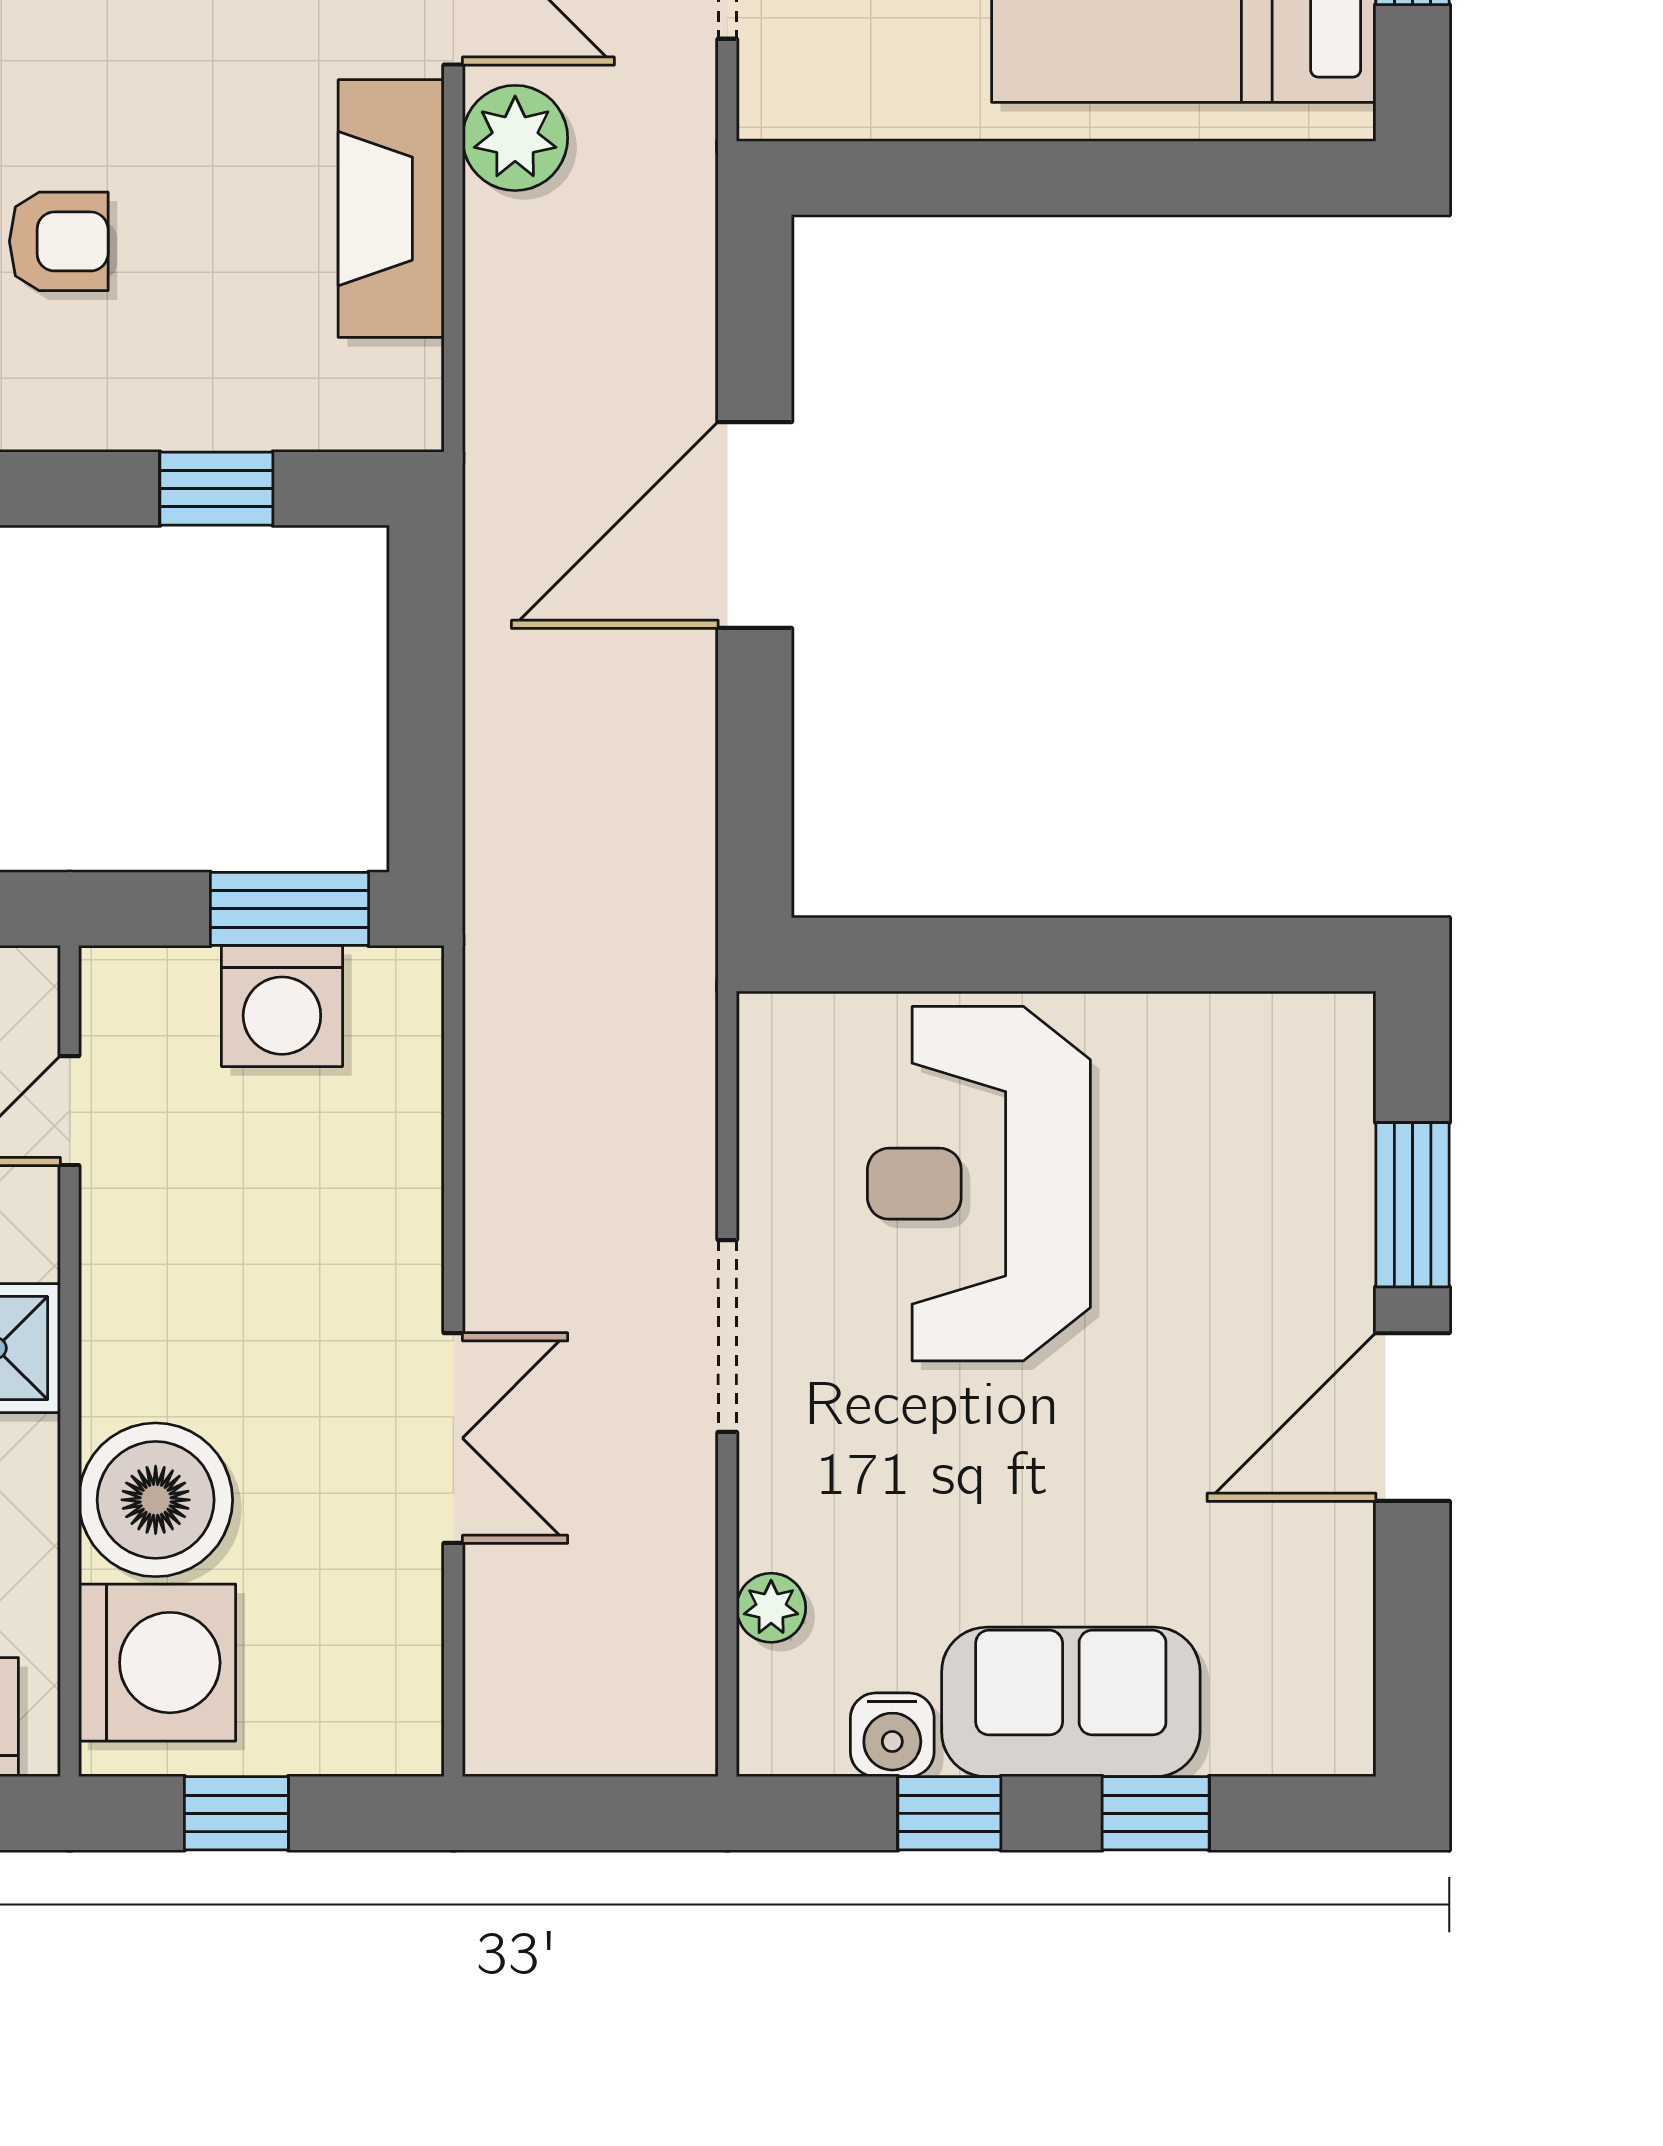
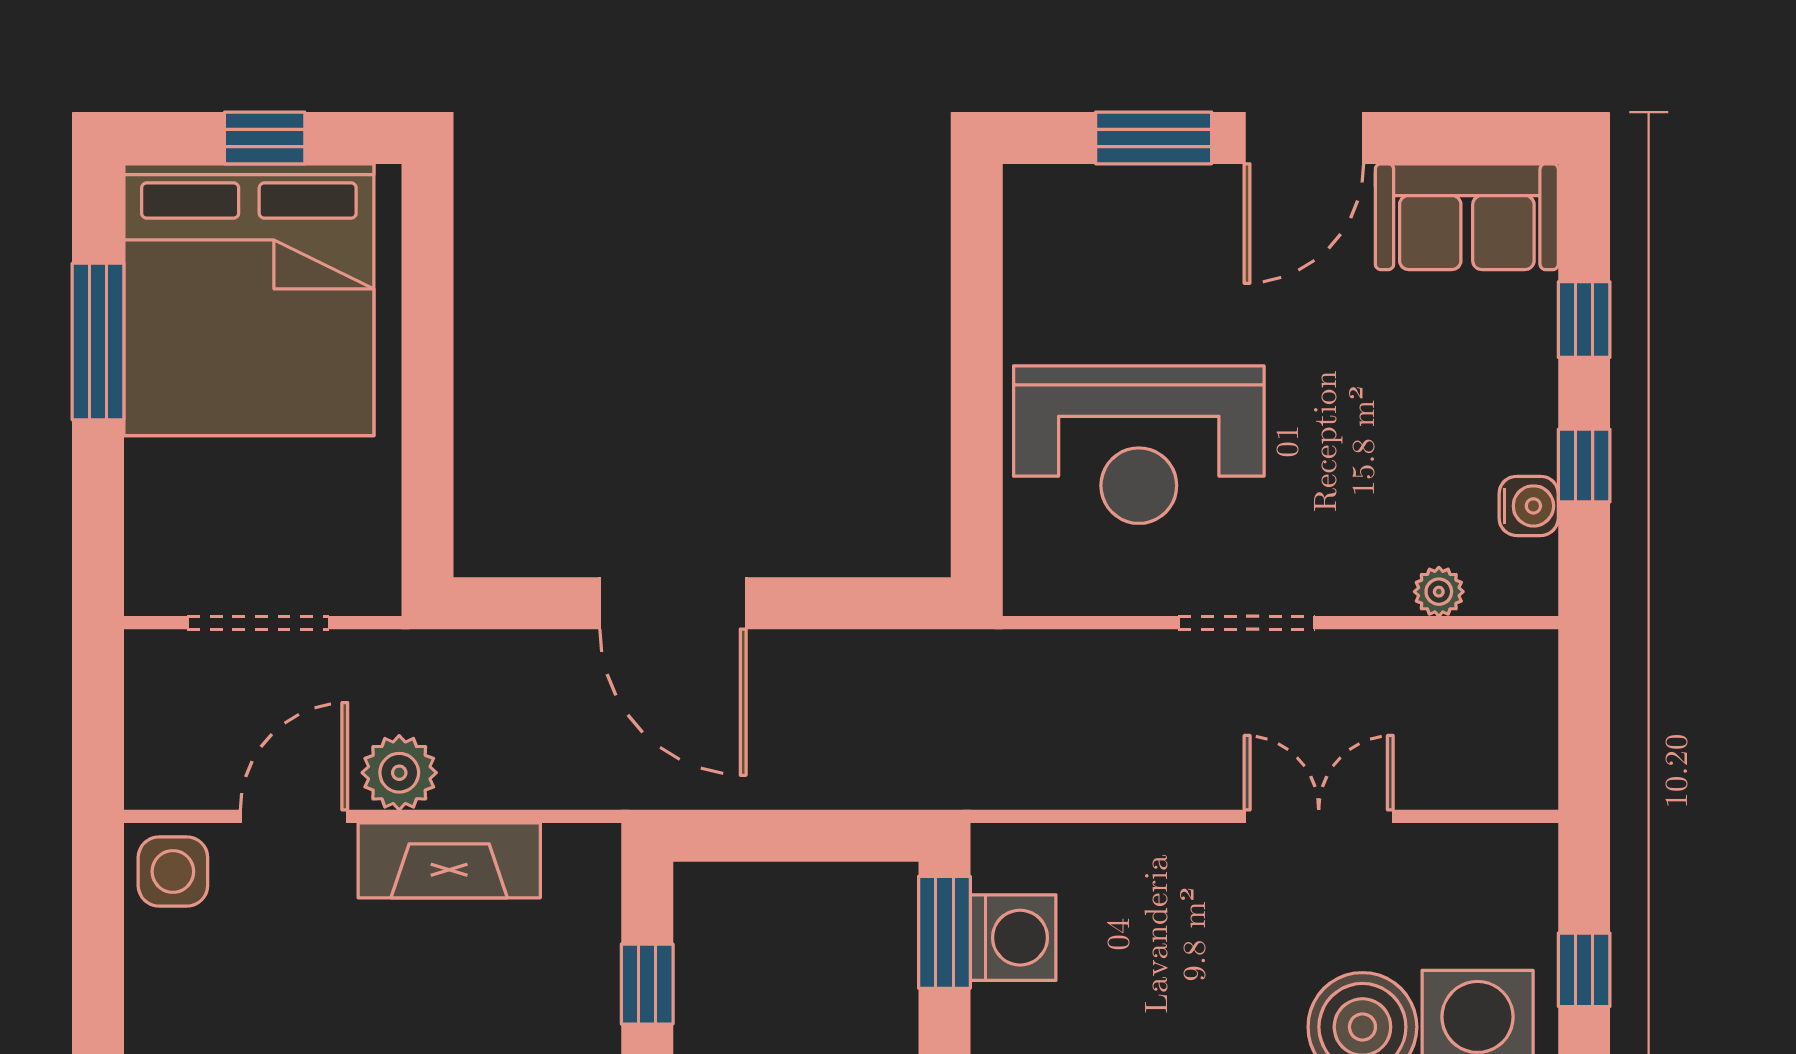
door: (1413, 1417) -> (1304, 138), hinge flipped
sofa: (1071, 1702) -> (1467, 217), moved, turned -90

